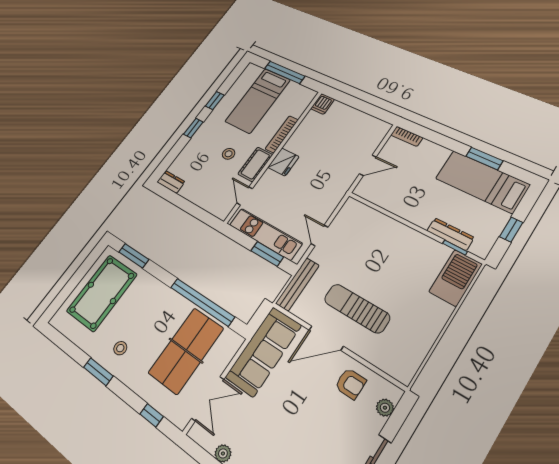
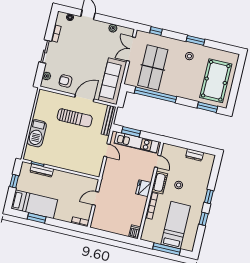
dresser: (171, 182) -> (195, 155), moved
barbecue: (456, 278) -> (37, 133), moved

